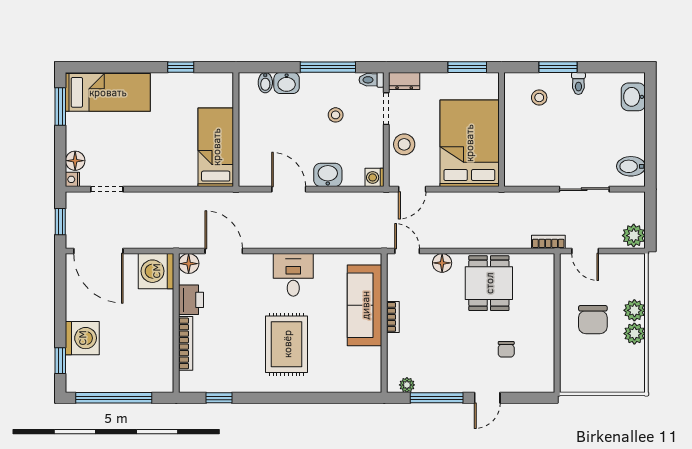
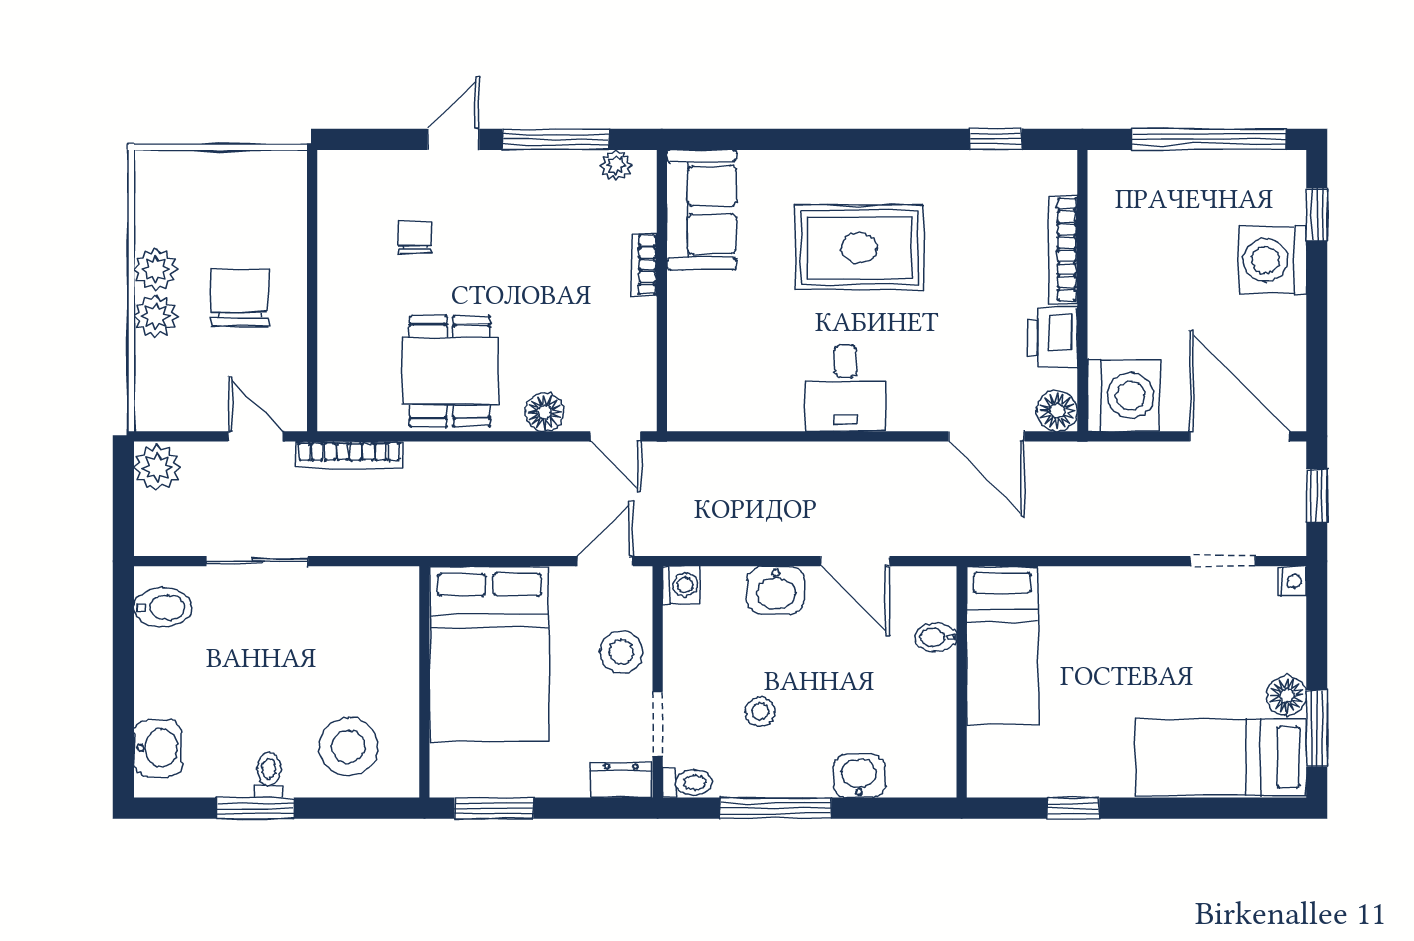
window: (558, 67) -> (255, 808), moved
bidet: (265, 83) -> (936, 637), moved, turned -90
stool: (539, 98) -> (348, 747), width x1.89, depth x1.89
floor lamp: (75, 161) -> (1287, 696), moved
bookcase: (548, 242) -> (349, 455), width x1.56
sofa: (365, 305) -> (702, 210), moved, width x0.73
bookcase: (393, 317) -> (644, 265), moved
rug: (287, 344) -> (859, 248), turned 90

